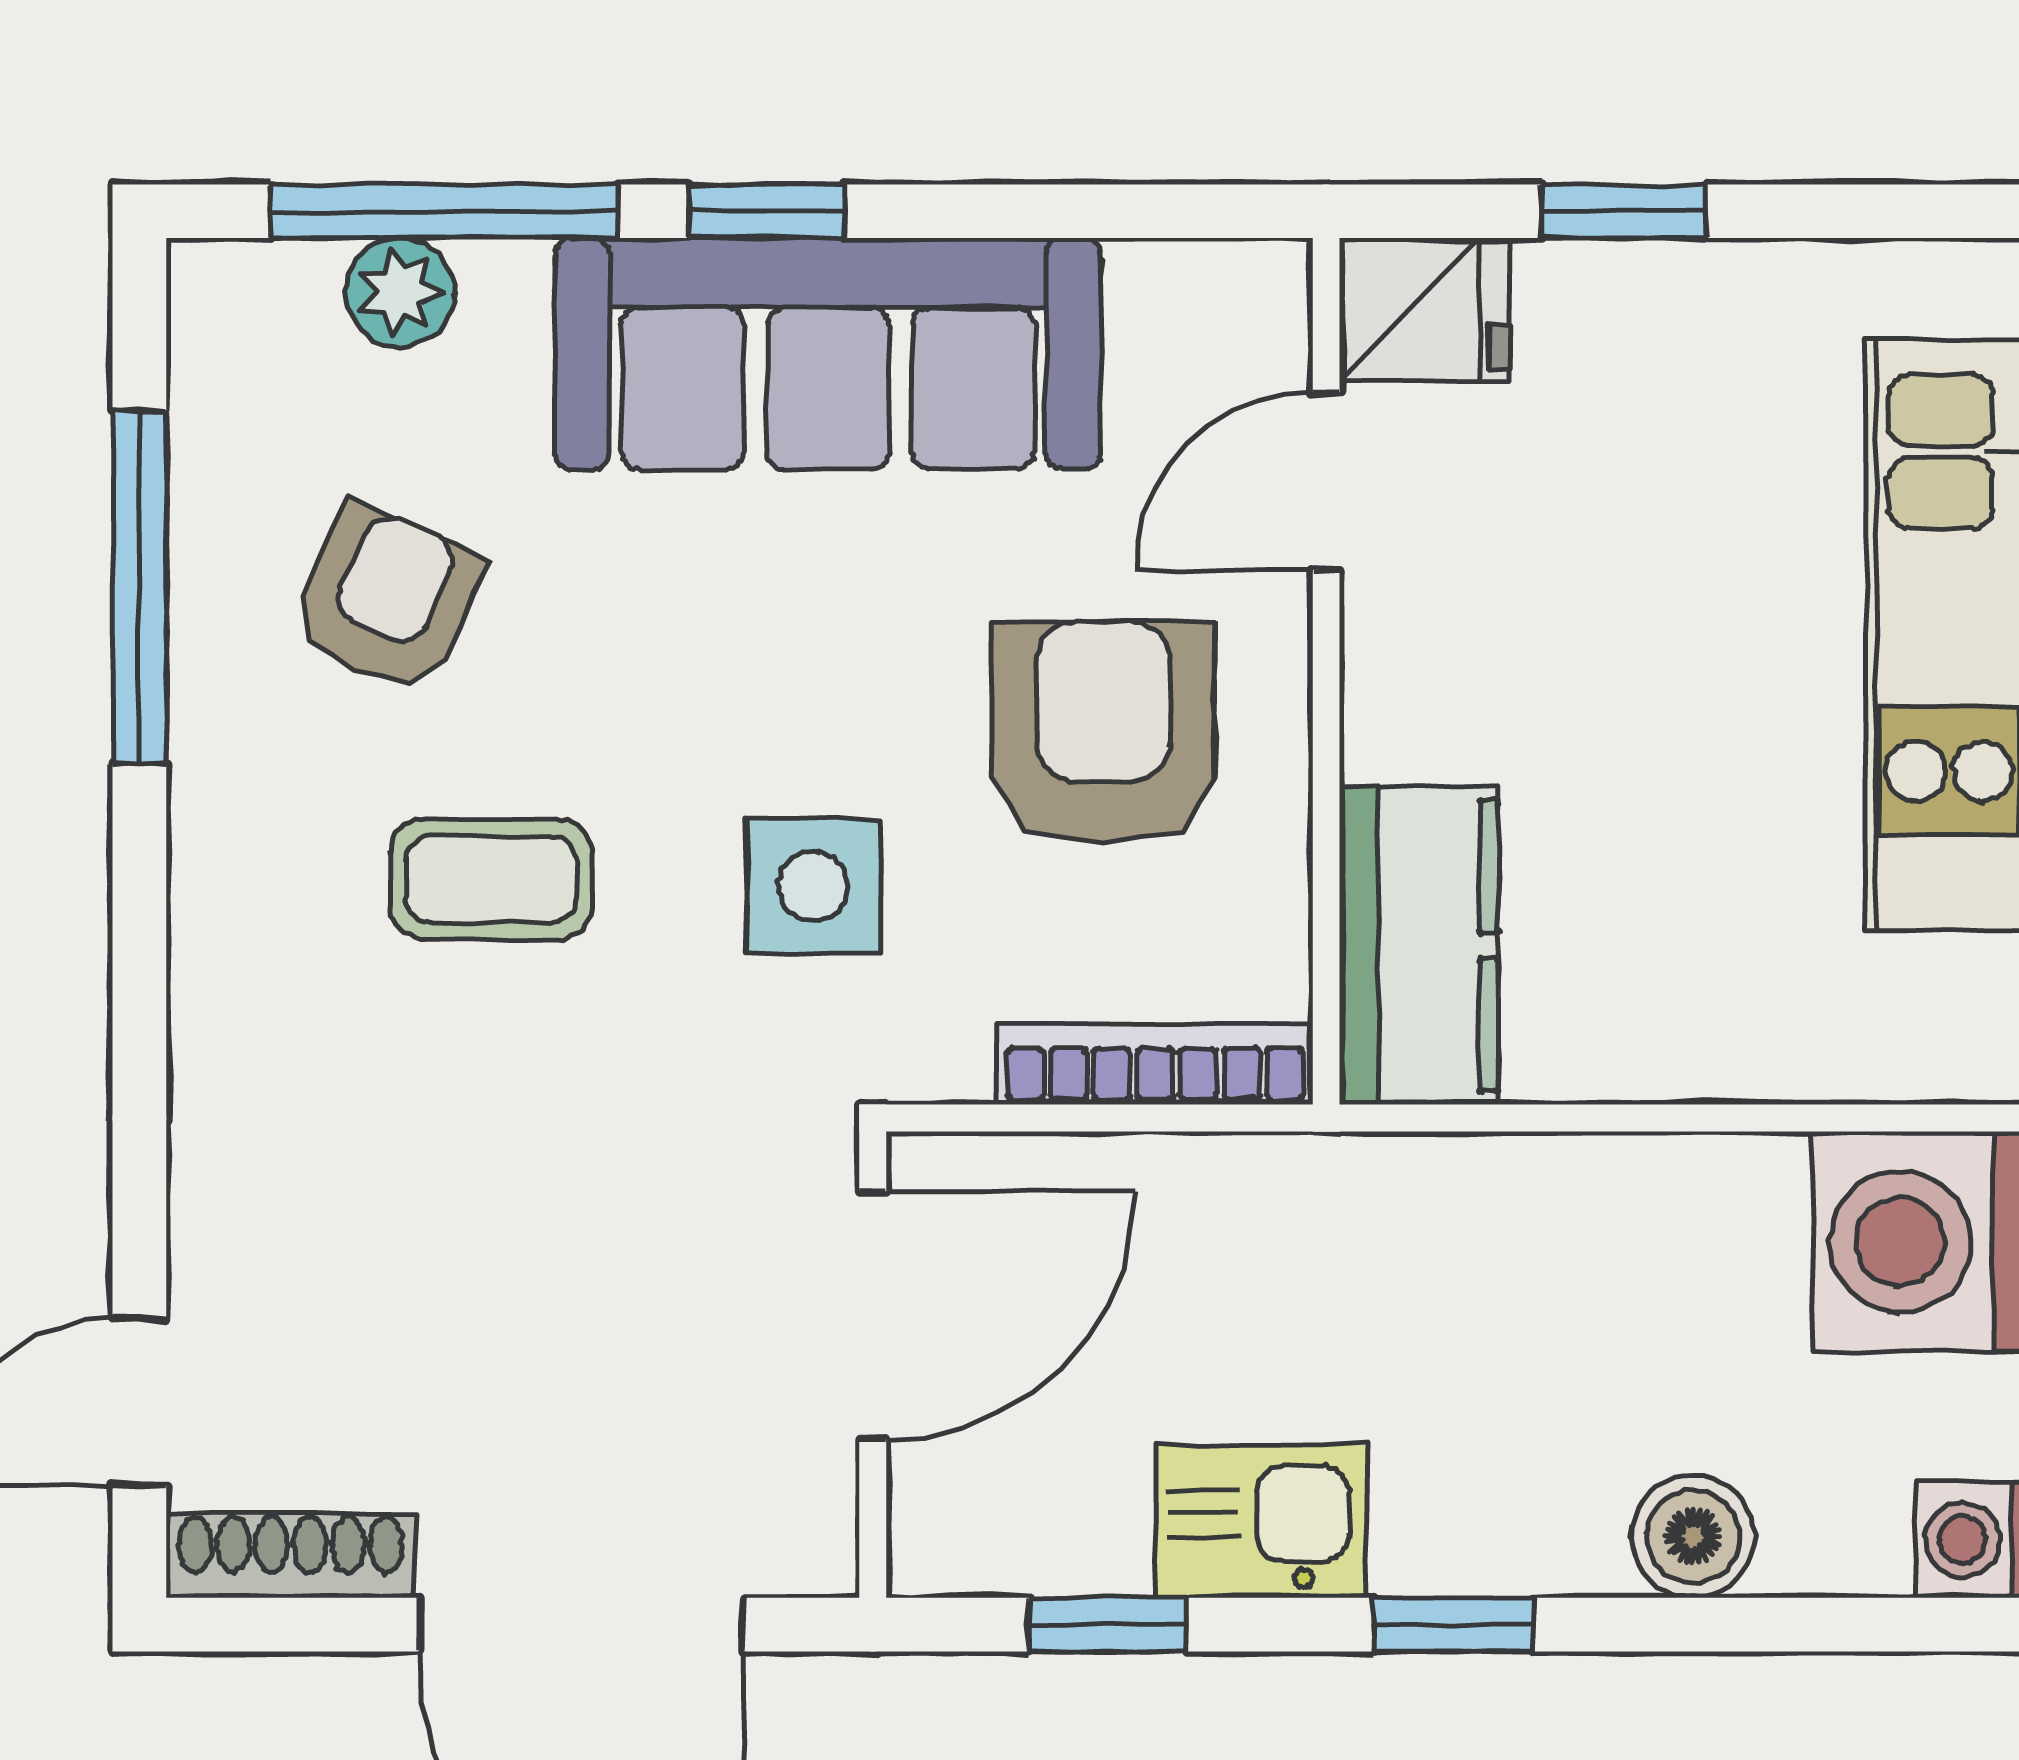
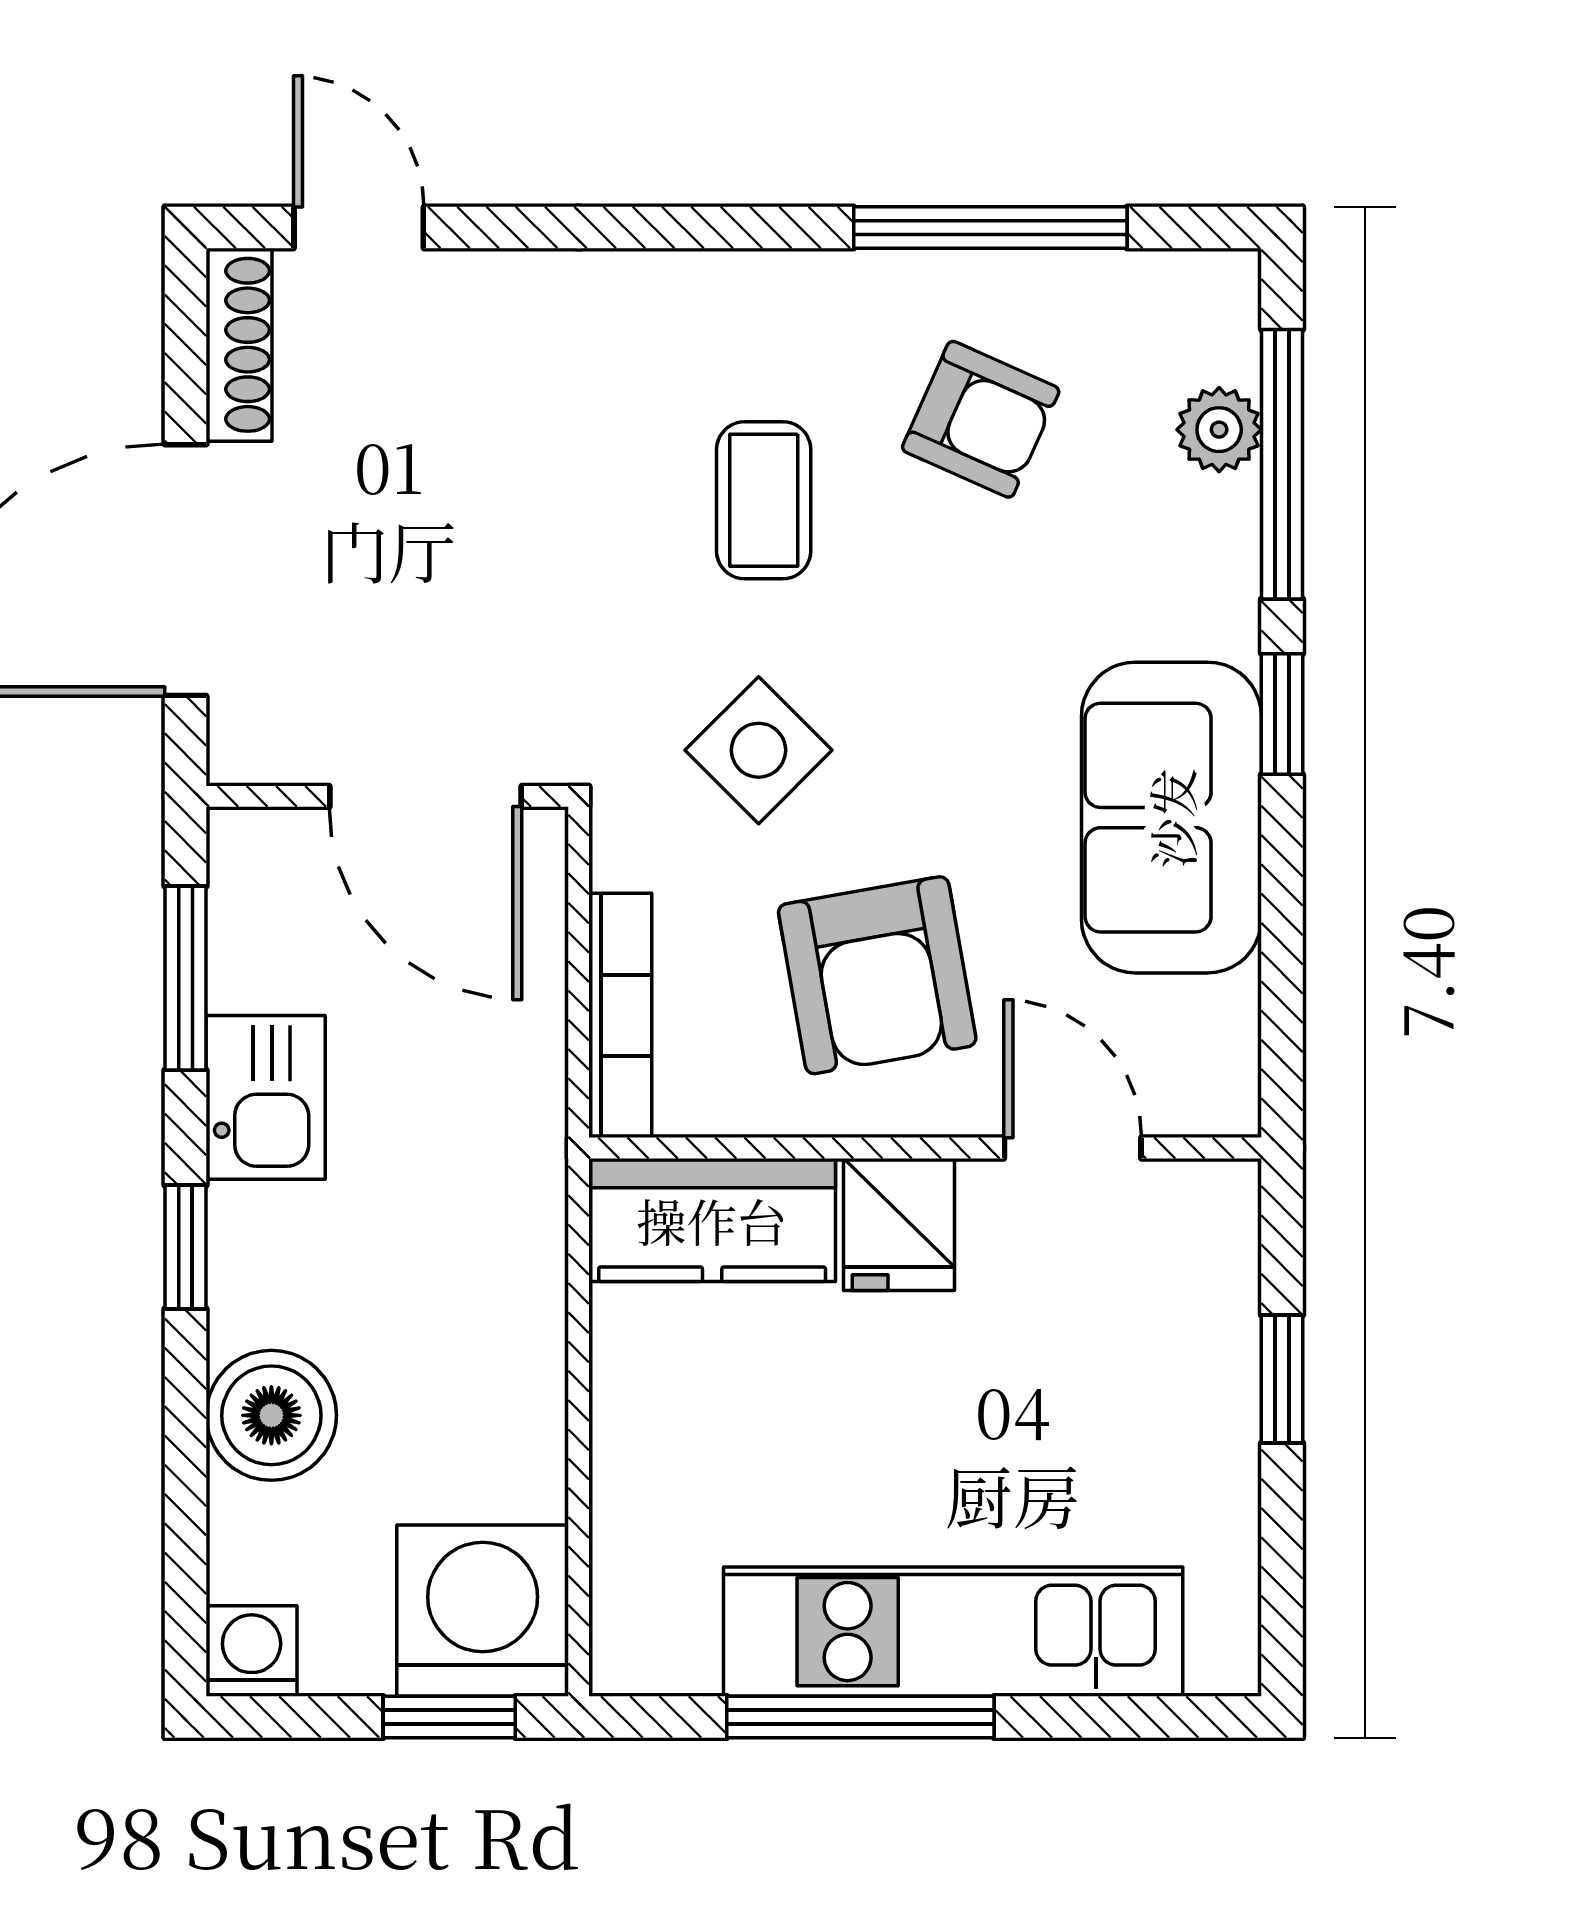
fridge: (1425, 309) -> (899, 1224), moved
sofa: (828, 354) -> (1171, 818), width x0.73
armchair: (1103, 733) -> (877, 975), turned 80
side table: (813, 886) -> (759, 750), turned 45
boiler: (1693, 1536) -> (271, 1415), width x1.36, depth x1.36
window: (1107, 1625) -> (186, 978), width x1.50

